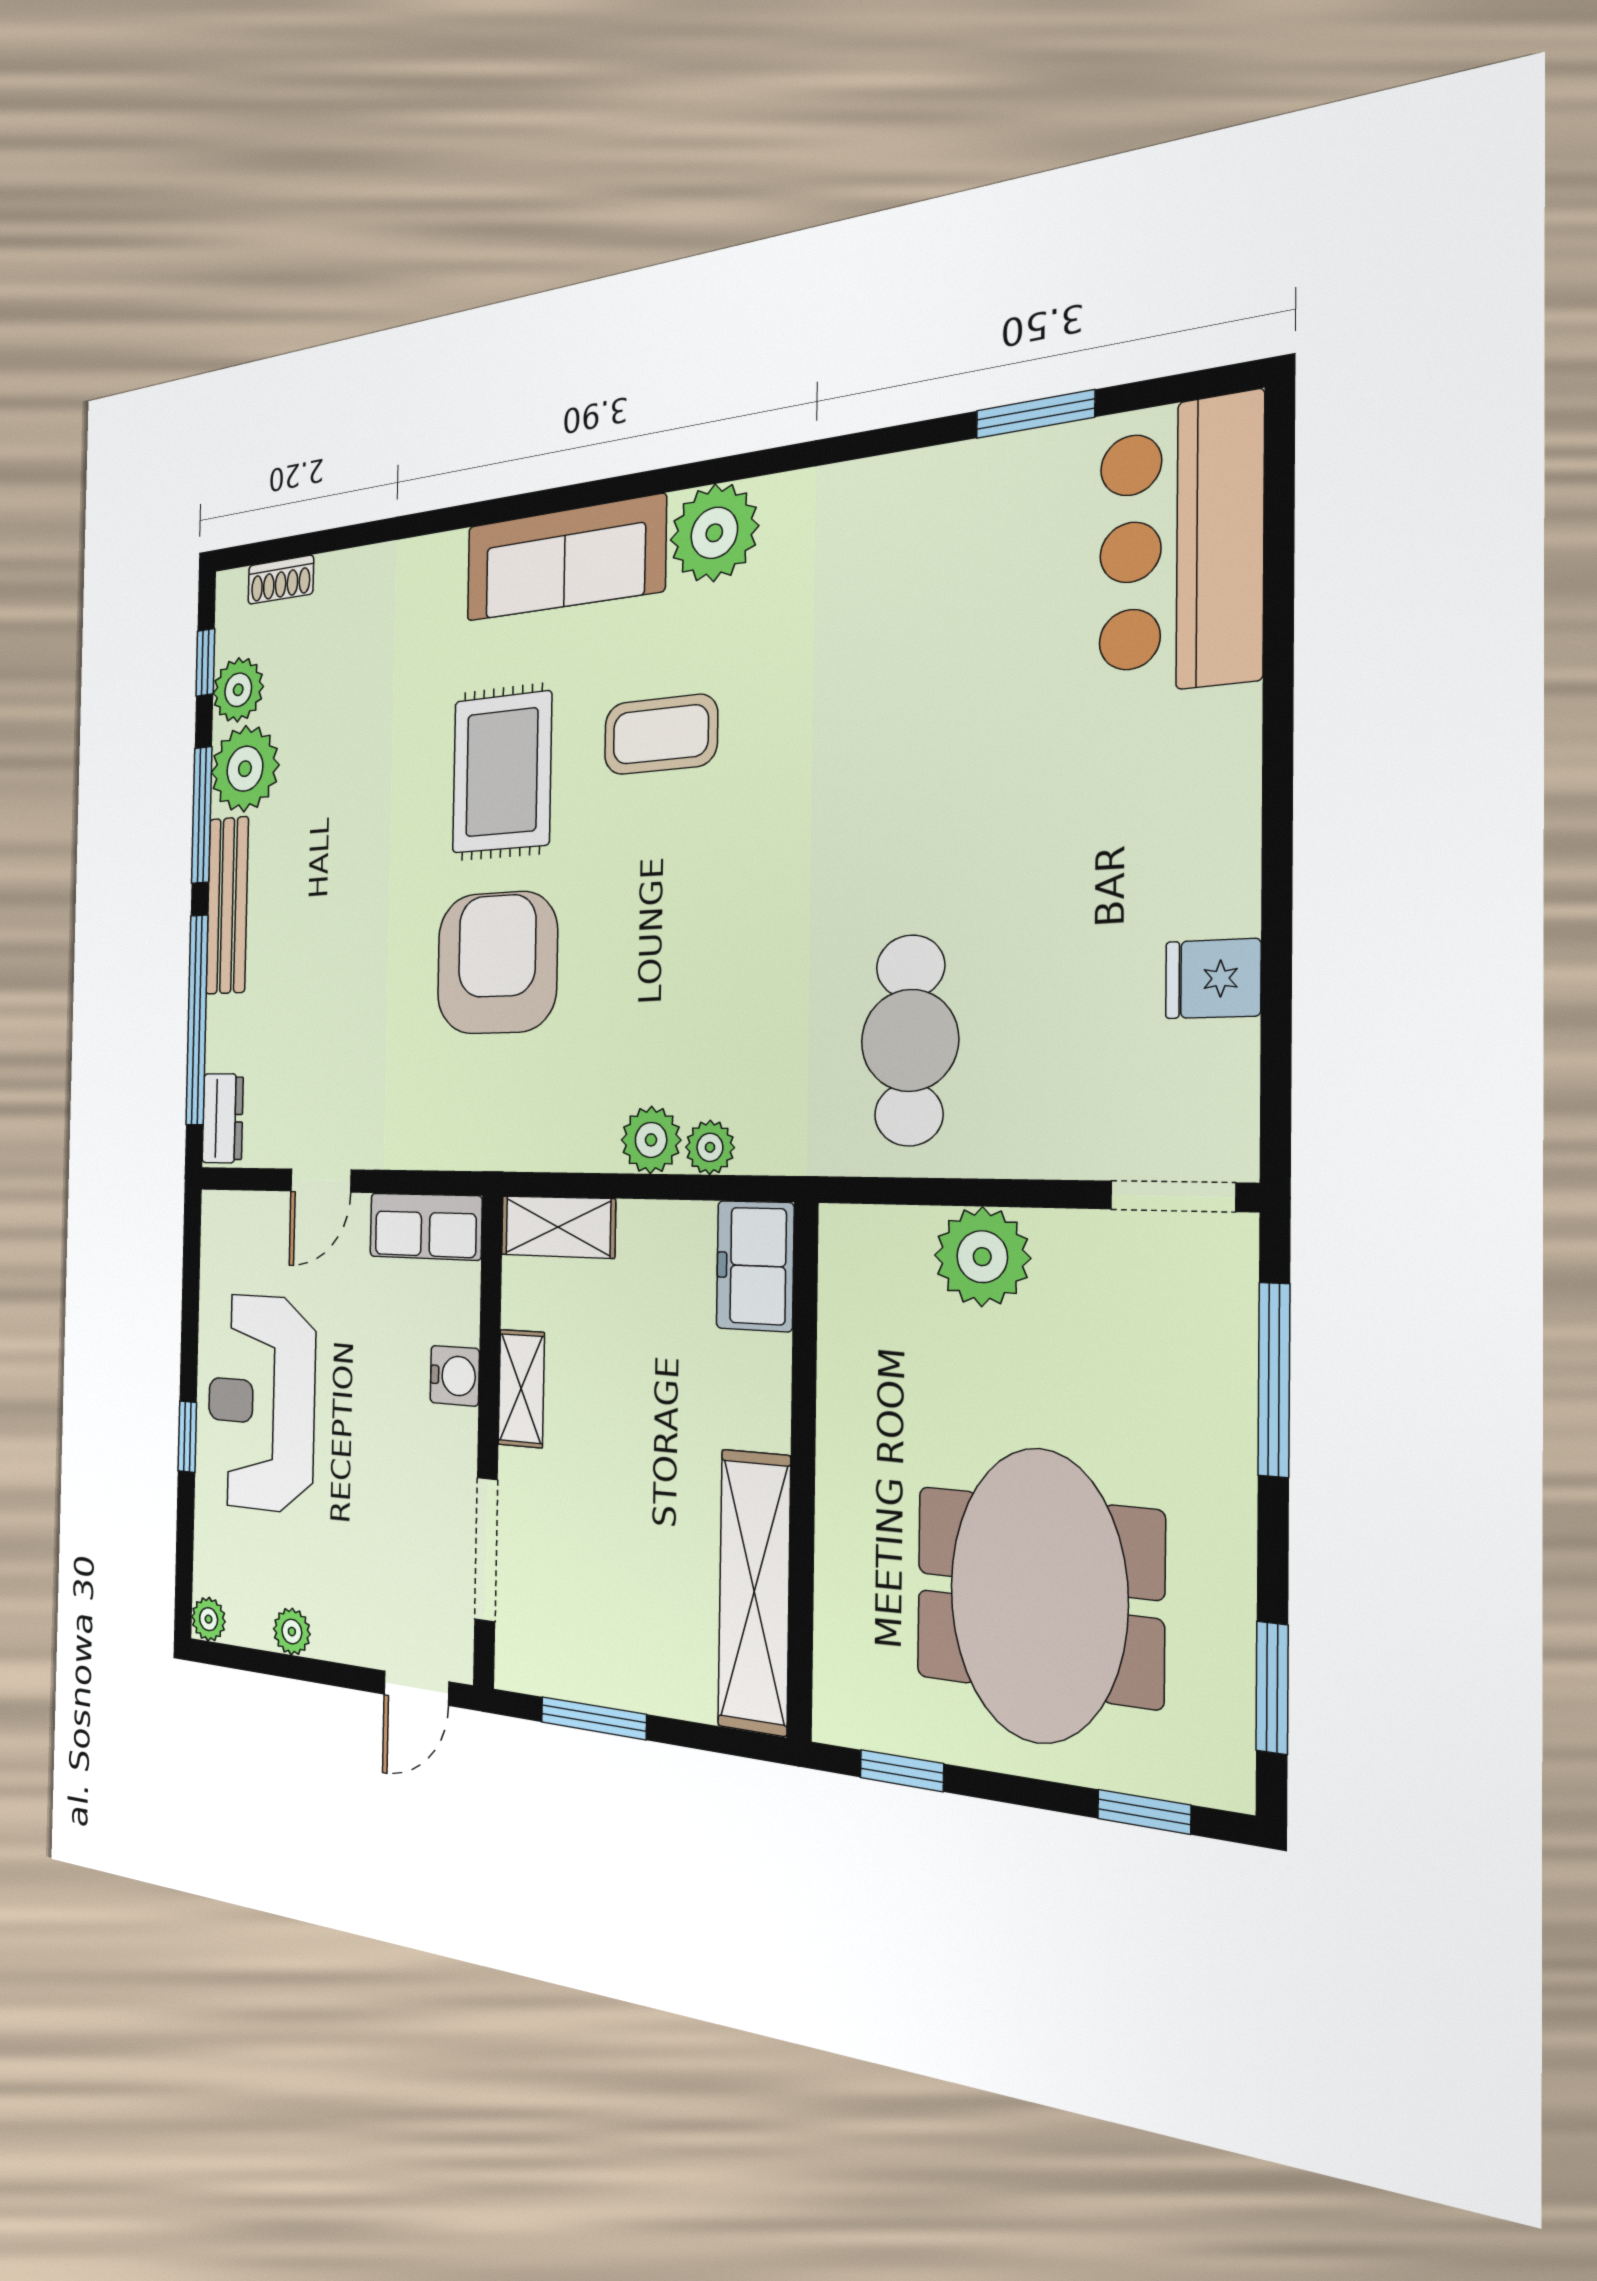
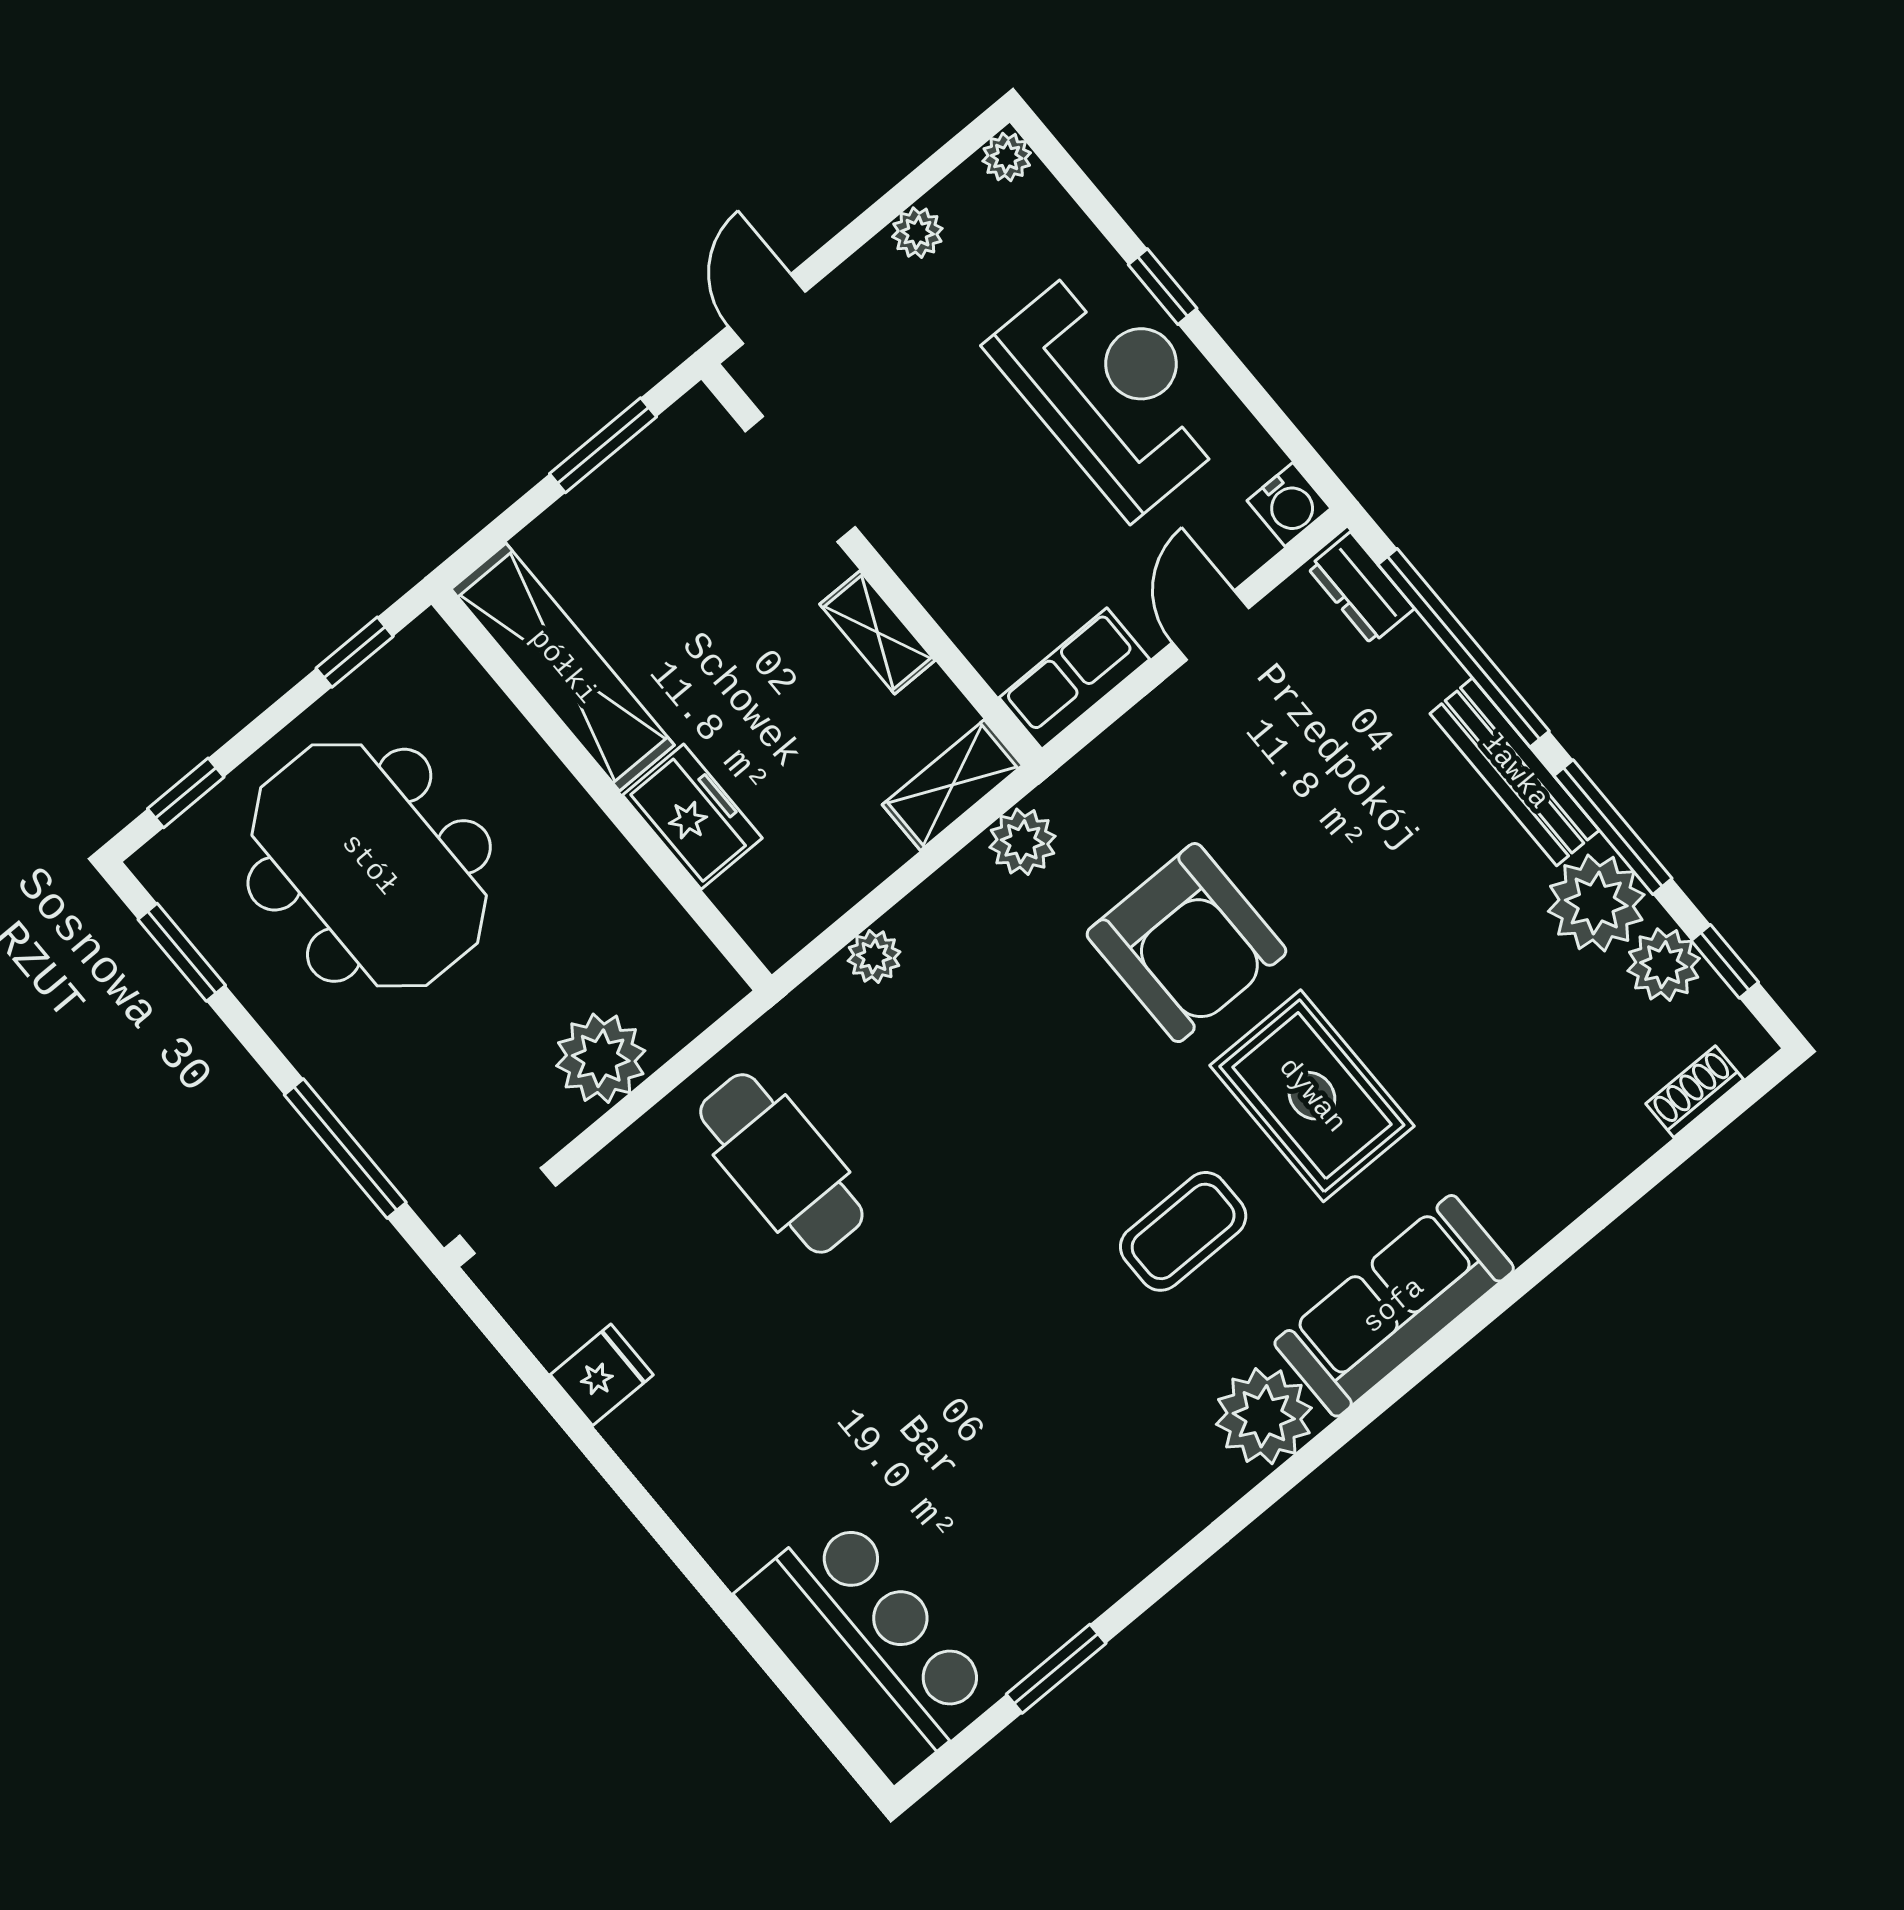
plant: (651, 1140) -> (1022, 842), moved
freezer: (755, 1266) -> (692, 817), moved
water cooler: (455, 1376) -> (1289, 505), moved, turned -90

